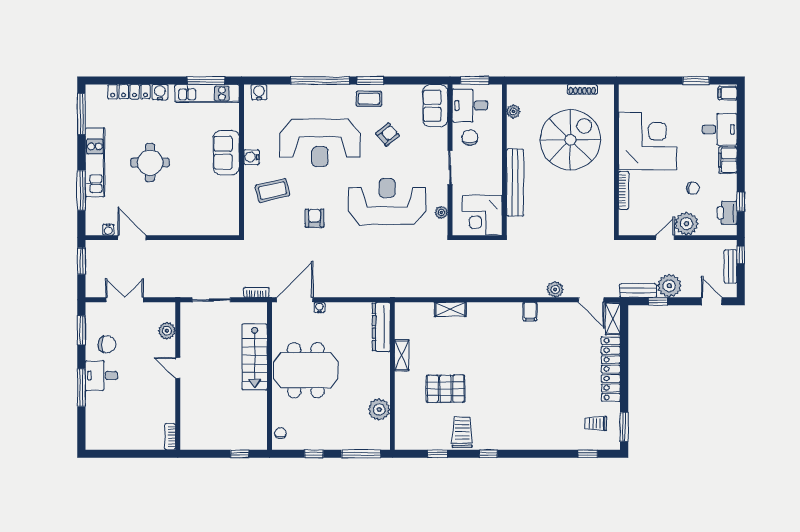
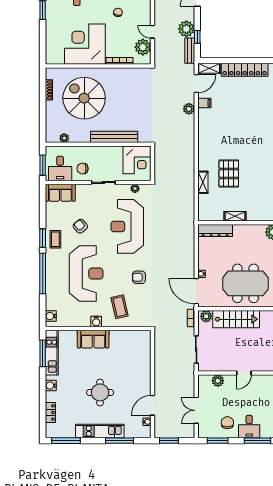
locker: (129, 92) -> (50, 412), width x0.66
plant: (686, 224) -> (143, 47), moved
filing cabinet: (530, 312) -> (204, 103), moved
plant: (259, 314) -> (206, 316), added
meeting table: (306, 370) -> (246, 283), turned 90
pallet: (446, 389) -> (229, 173), moved

